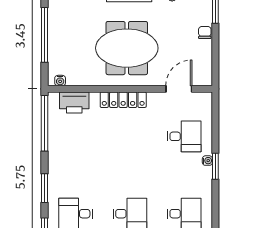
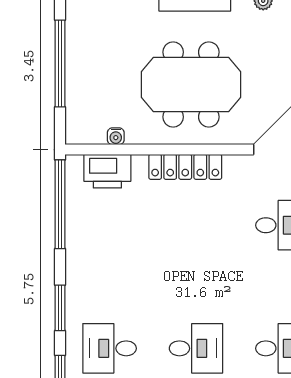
water cooler: (60, 81) -> (116, 136), moved

